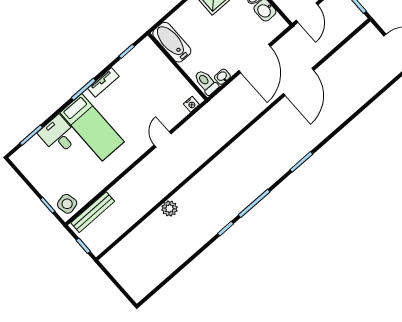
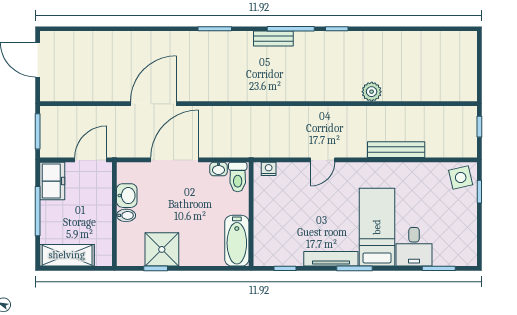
tv unit: (103, 82) -> (331, 259), width x1.41
bench: (259, 188) -> (273, 39), added
bench: (93, 212) -> (396, 150), moved

